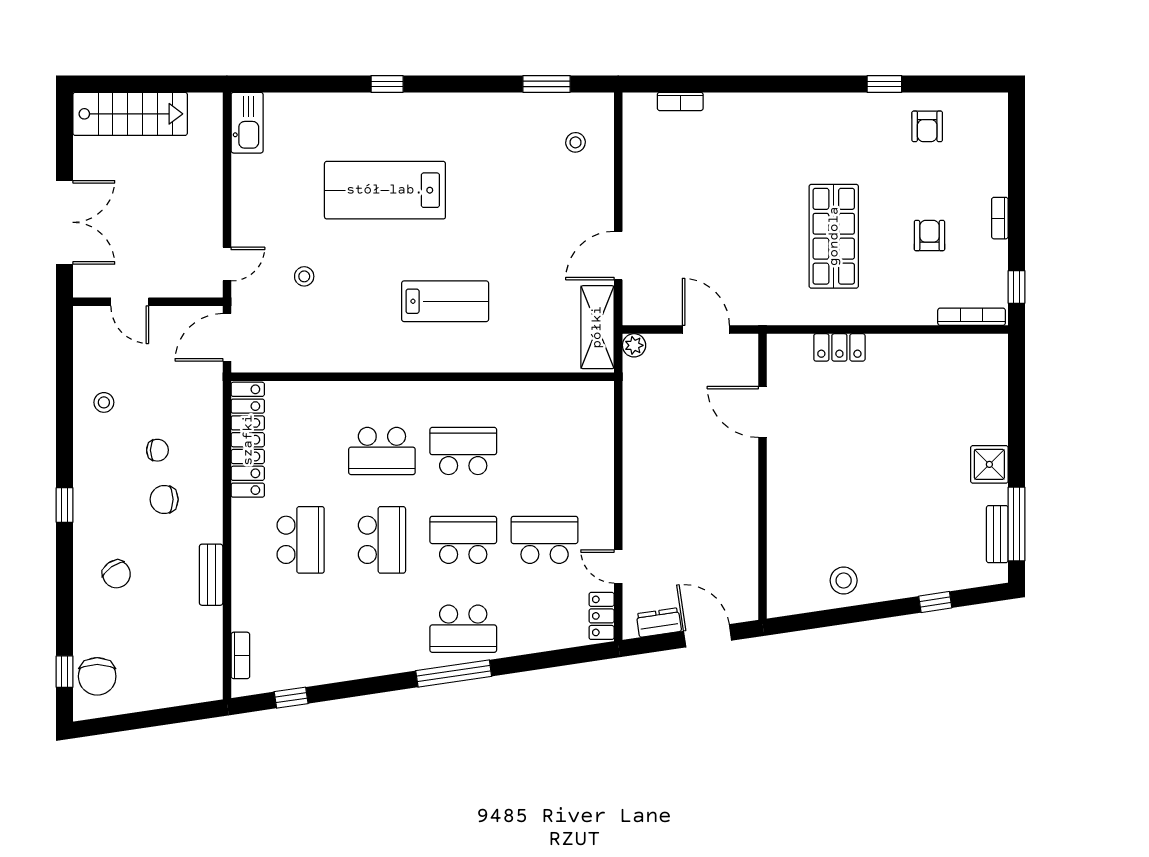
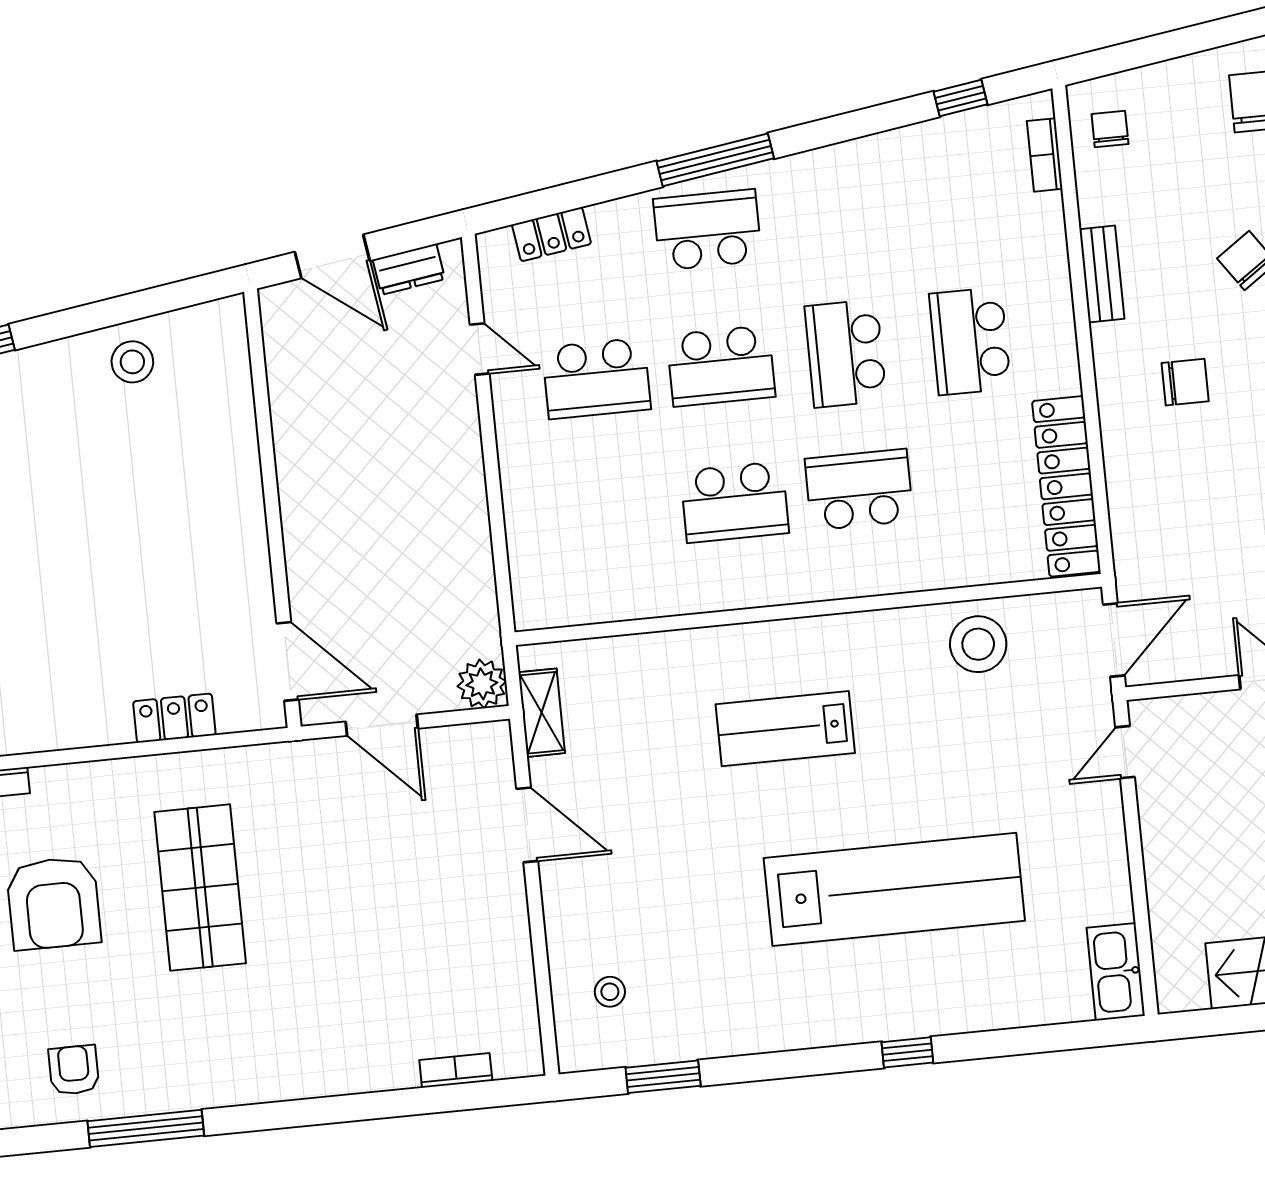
window: (884, 84) -> (146, 1128), width x2.17
lab bench: (385, 190) -> (894, 889), width x1.36
armchair: (929, 236) -> (54, 903), width x1.88, depth x1.88
door: (618, 256) -> (527, 825), hinge flipped
stool: (304, 276) -> (978, 644), moved, width x1.89, depth x1.89
shelving: (597, 327) -> (542, 713), width x0.67, depth x0.75
plant: (634, 345) -> (482, 684), width x1.38, depth x1.38
door: (763, 412) -> (288, 661), moved
chair: (157, 450) -> (1110, 129), moved, turned 90
locker: (602, 616) -> (552, 234), moved, turned 82

